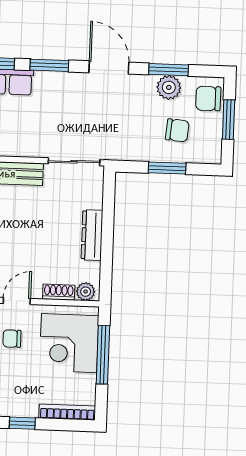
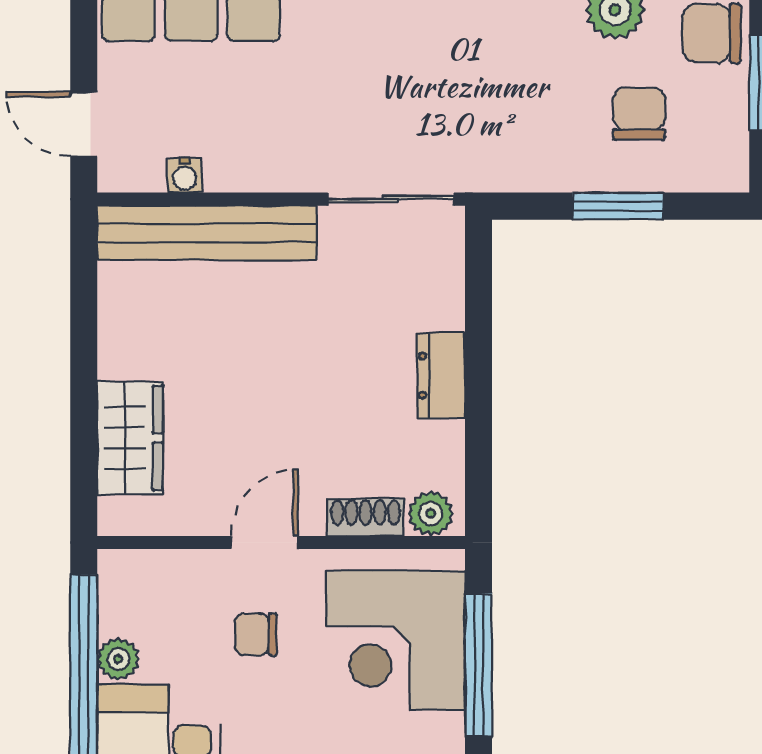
chair: (177, 130) -> (639, 113), turned -95
dresser: (92, 235) -> (441, 376), width x0.70

